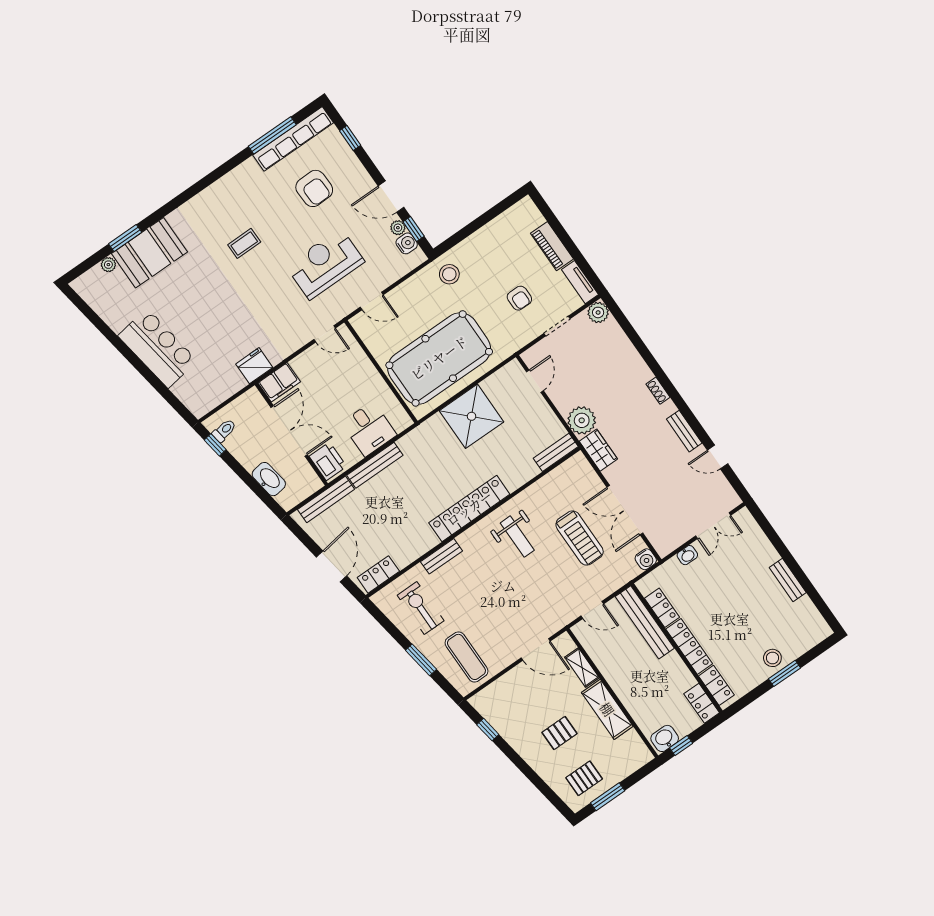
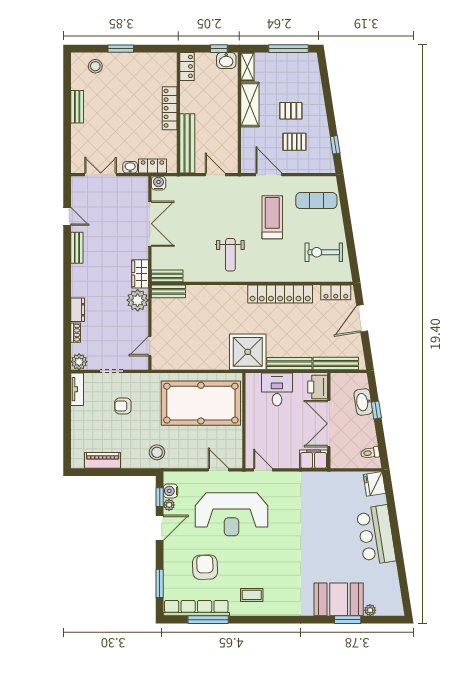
window: (350, 138) -> (160, 583), width x1.50
door: (391, 197) -> (160, 528), hinge flipped
coffee table: (244, 243) -> (252, 595), moved
piano: (552, 246) -> (103, 460), moved, turned -90
reception desk: (325, 264) -> (231, 514), width x1.36, depth x1.30
armchair: (519, 298) -> (123, 406), turned -90
fridge: (254, 366) -> (374, 484), moved, turned 81
dresser: (638, 366) -> (78, 310), added
shoe rack: (658, 391) -> (76, 333), moved
shower: (471, 416) -> (248, 352), moved
window: (215, 445) -> (376, 410), moved
locker: (469, 508) -> (280, 294), moved
weight bench: (517, 537) -> (230, 255), turned 180
treadmill: (580, 538) -> (272, 217), moved
bench: (442, 556) -> (167, 276), moved
exercise bike: (421, 608) -> (324, 252), turned 90
locker: (662, 608) -> (152, 166), moved, turned 90
exercise mat: (466, 657) -> (316, 201), turned 90
stool: (772, 658) -> (95, 66), moved
window: (421, 660) -> (347, 219), removed
shelving: (582, 668) -> (247, 67), moved
locker: (716, 685) -> (170, 71), removed
pallet: (584, 778) -> (294, 142), moved
window: (608, 797) -> (288, 49), width x1.44

